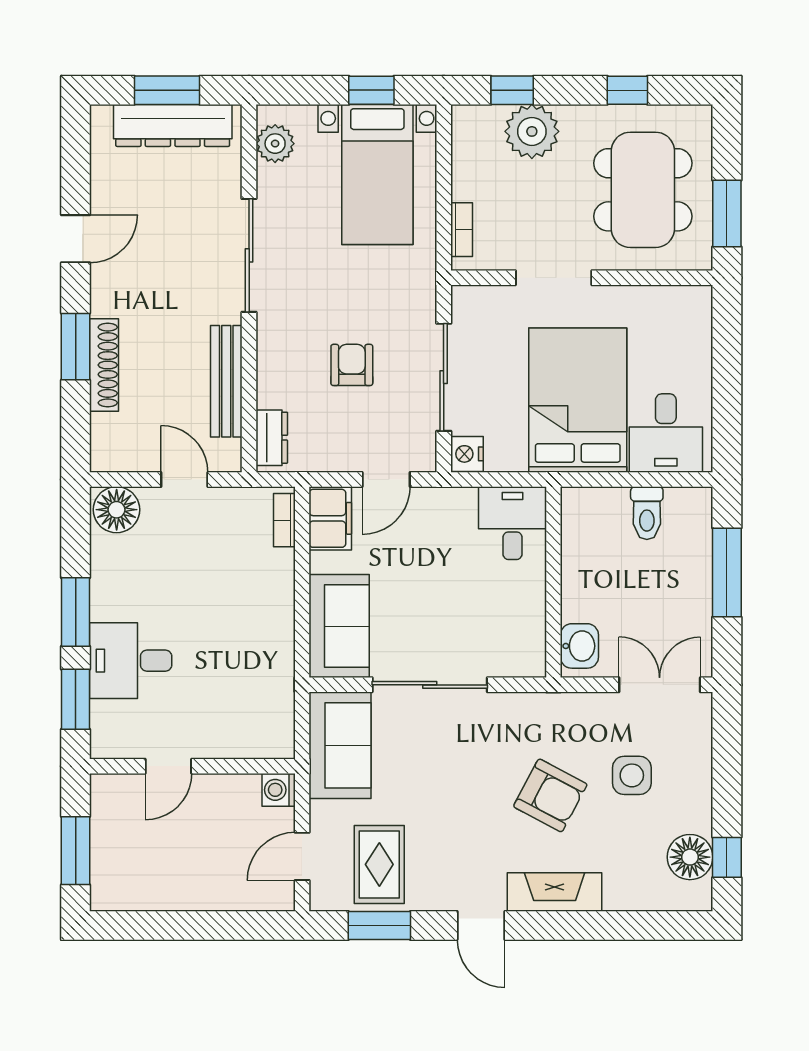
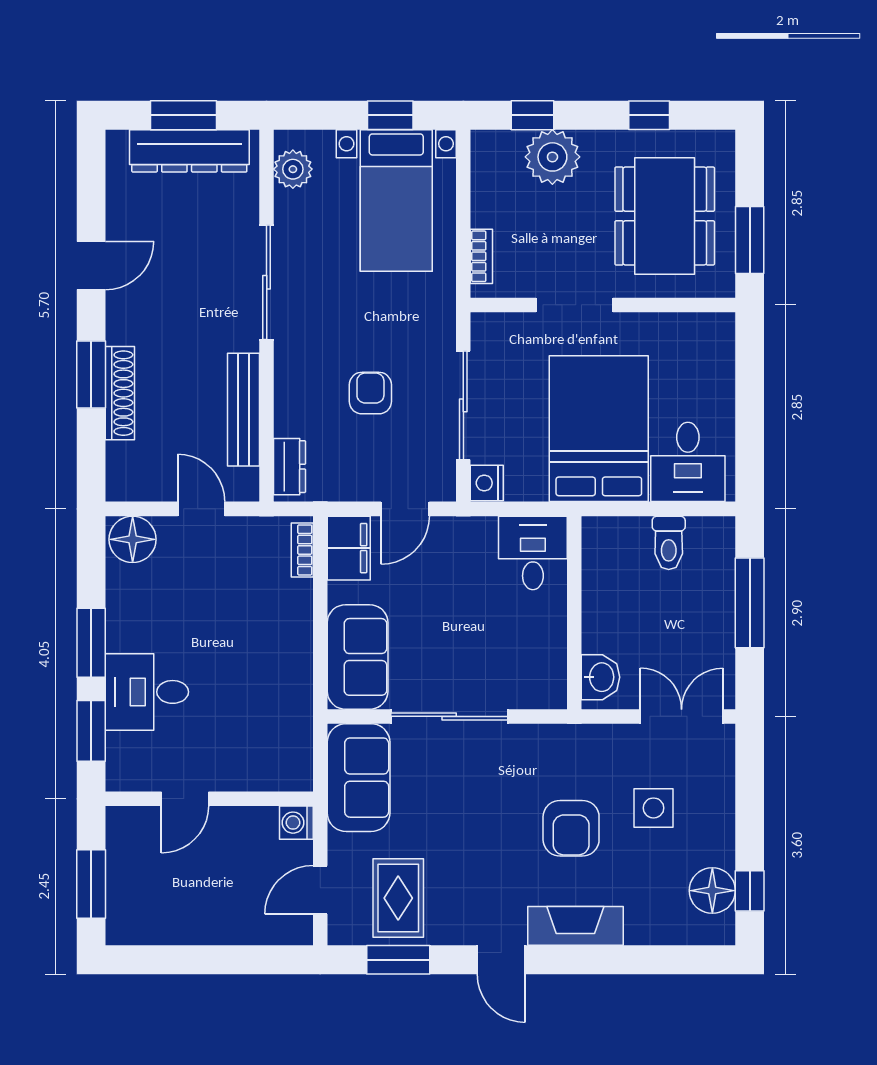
armchair: (550, 795) -> (571, 828), turned 62

